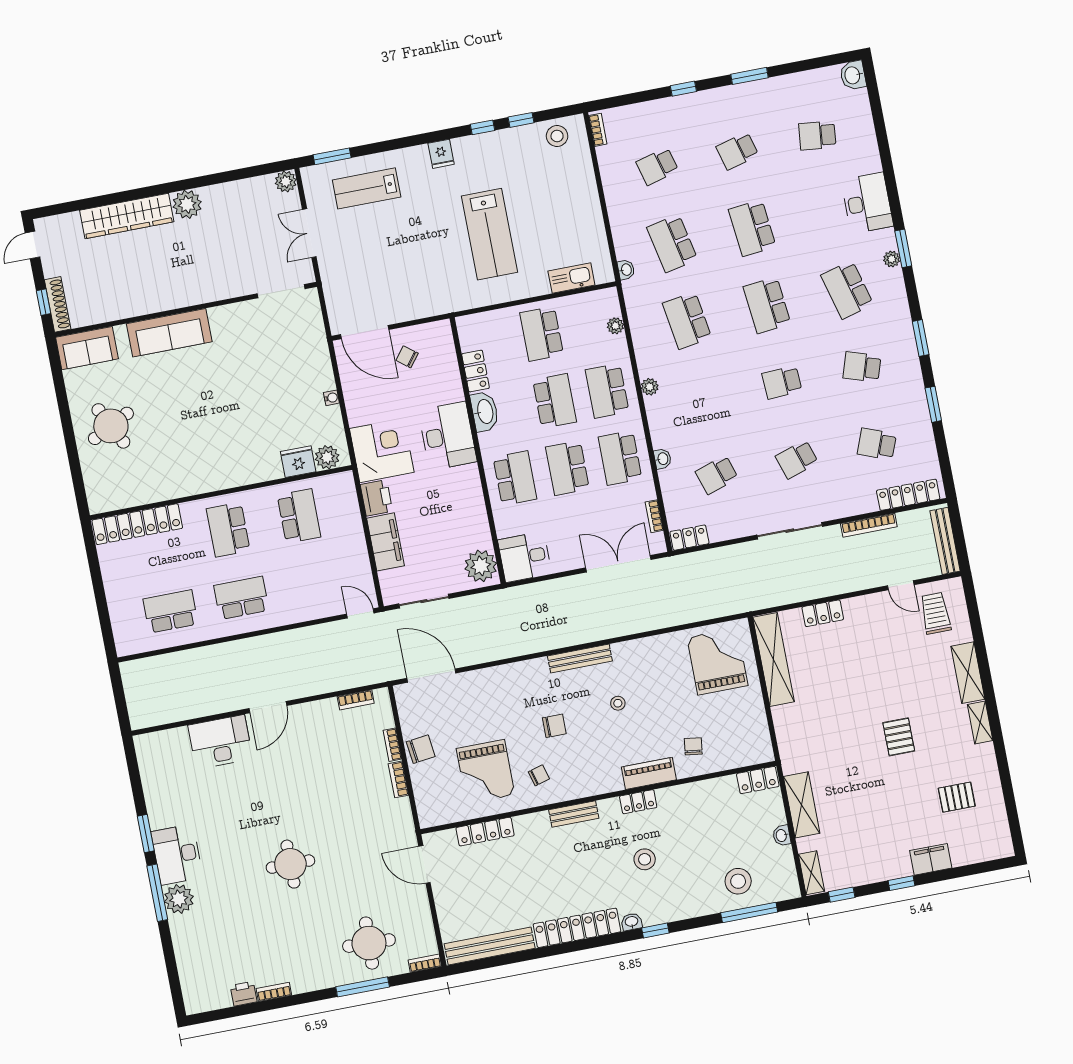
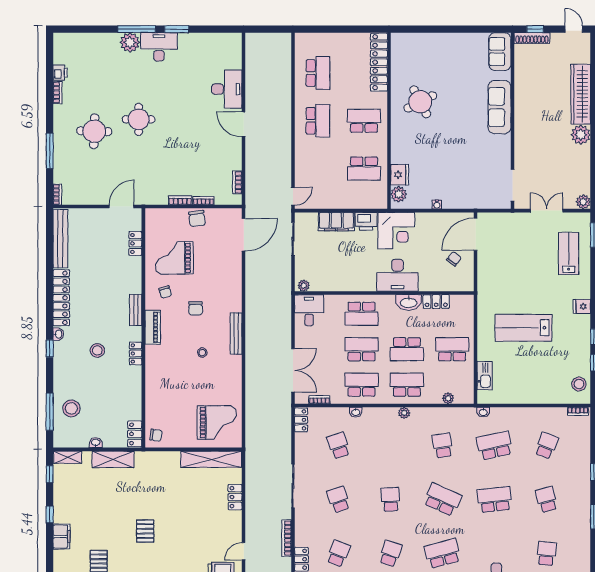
school desk: (657, 166) -> (547, 445), turned 36
school desk: (767, 305) -> (443, 499), turned 30
school desk: (687, 321) -> (443, 445), width x0.54
round table: (111, 426) -> (420, 102), moved
plant: (481, 566) -> (304, 286), width x0.53, depth x0.53
pallet: (899, 737) -> (145, 531), turned 90
chair: (693, 746) -> (156, 435), moved
piano: (649, 773) -> (153, 327), moved
locker: (485, 832) -> (135, 243), width x0.66
round table: (369, 943) -> (94, 131), moved

